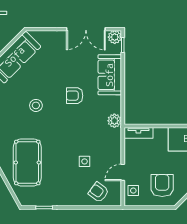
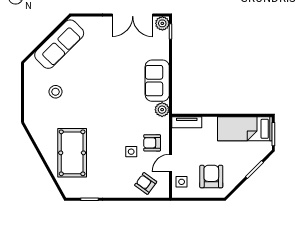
sofa: (110, 75) -> (157, 81), moved
armchair: (75, 96) -> (152, 143), moved
stool: (36, 105) -> (56, 92), moved

